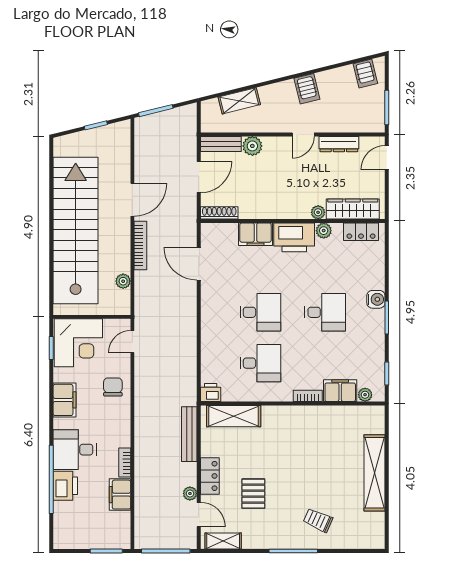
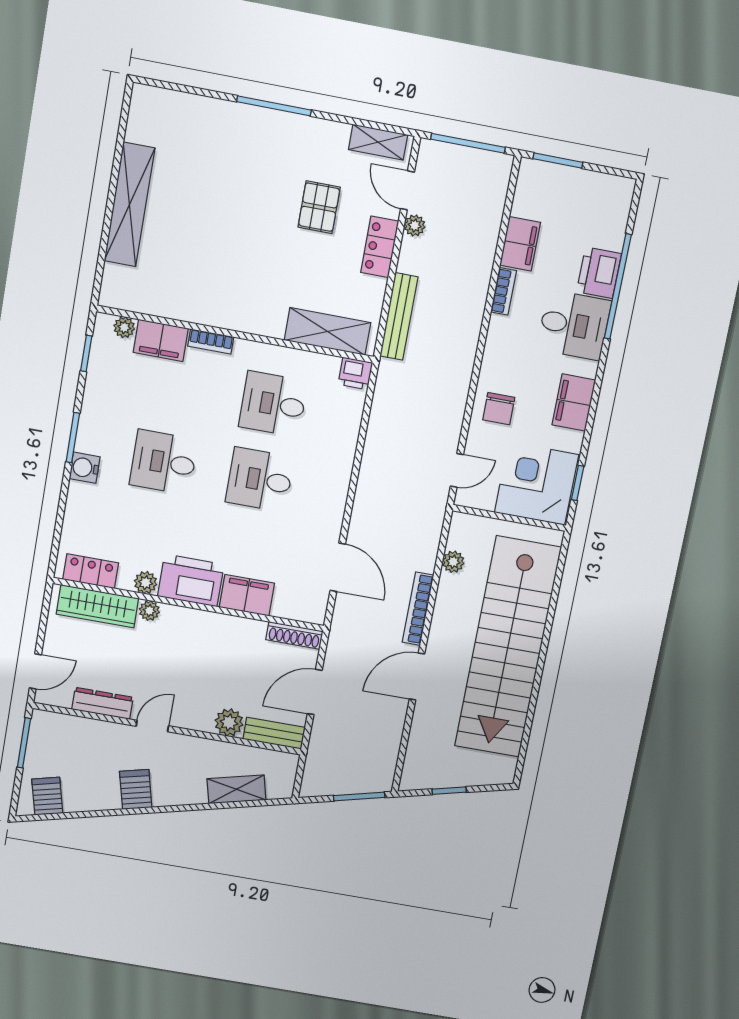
trolley: (318, 520) -> (228, 147), removed

